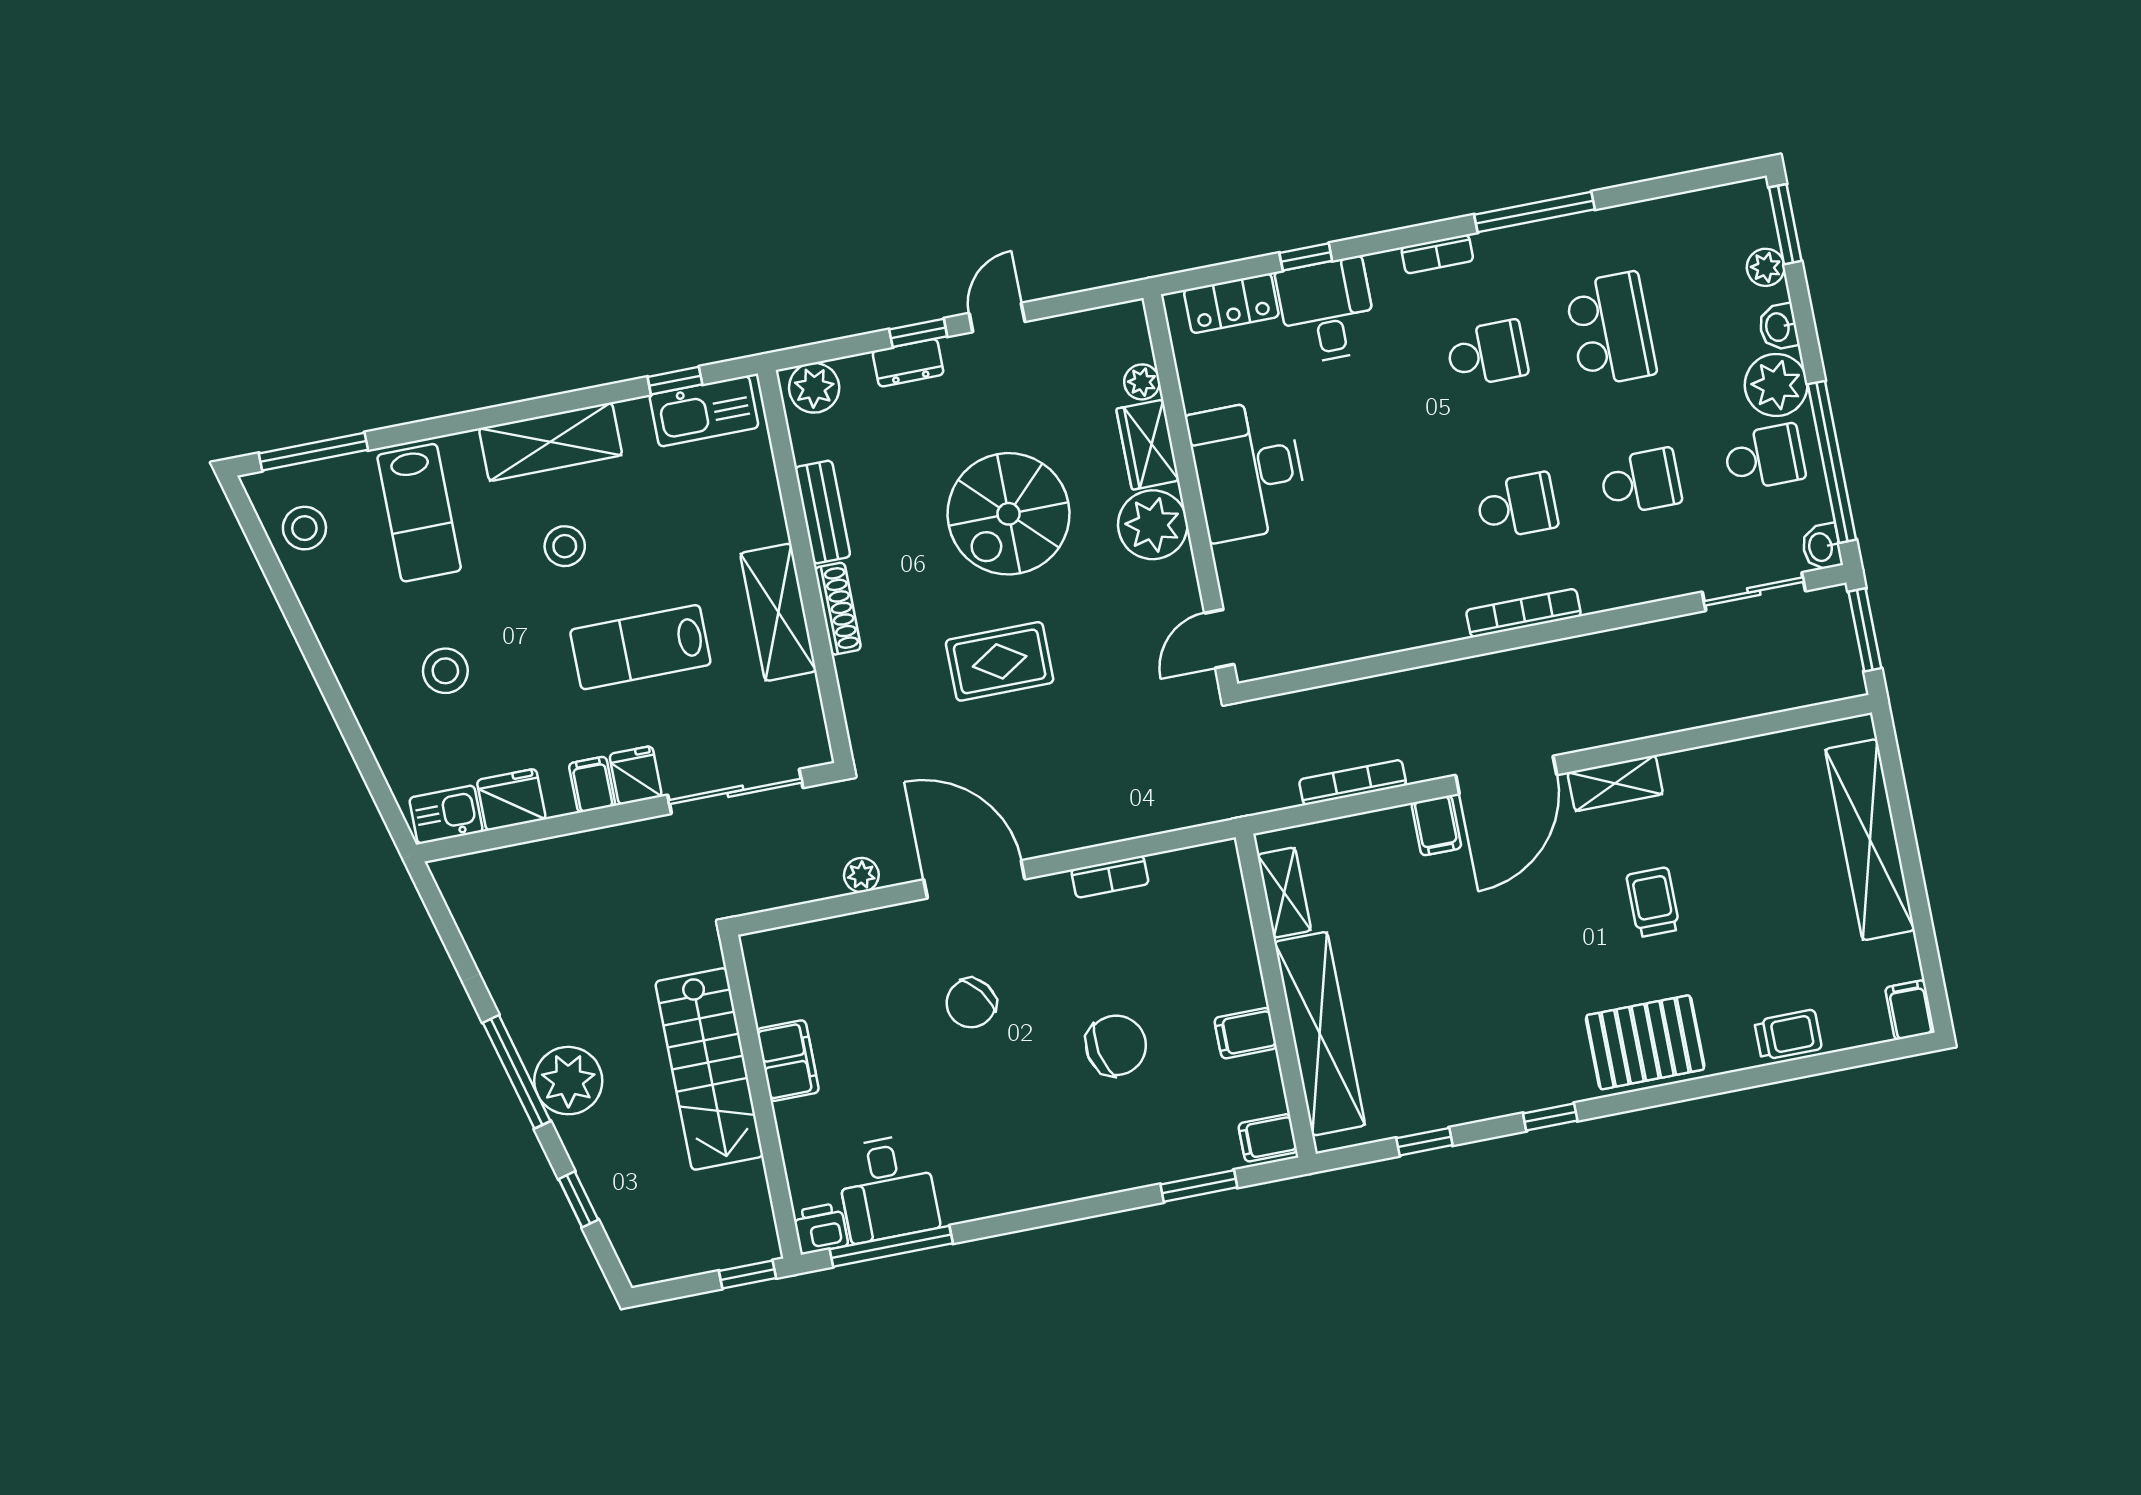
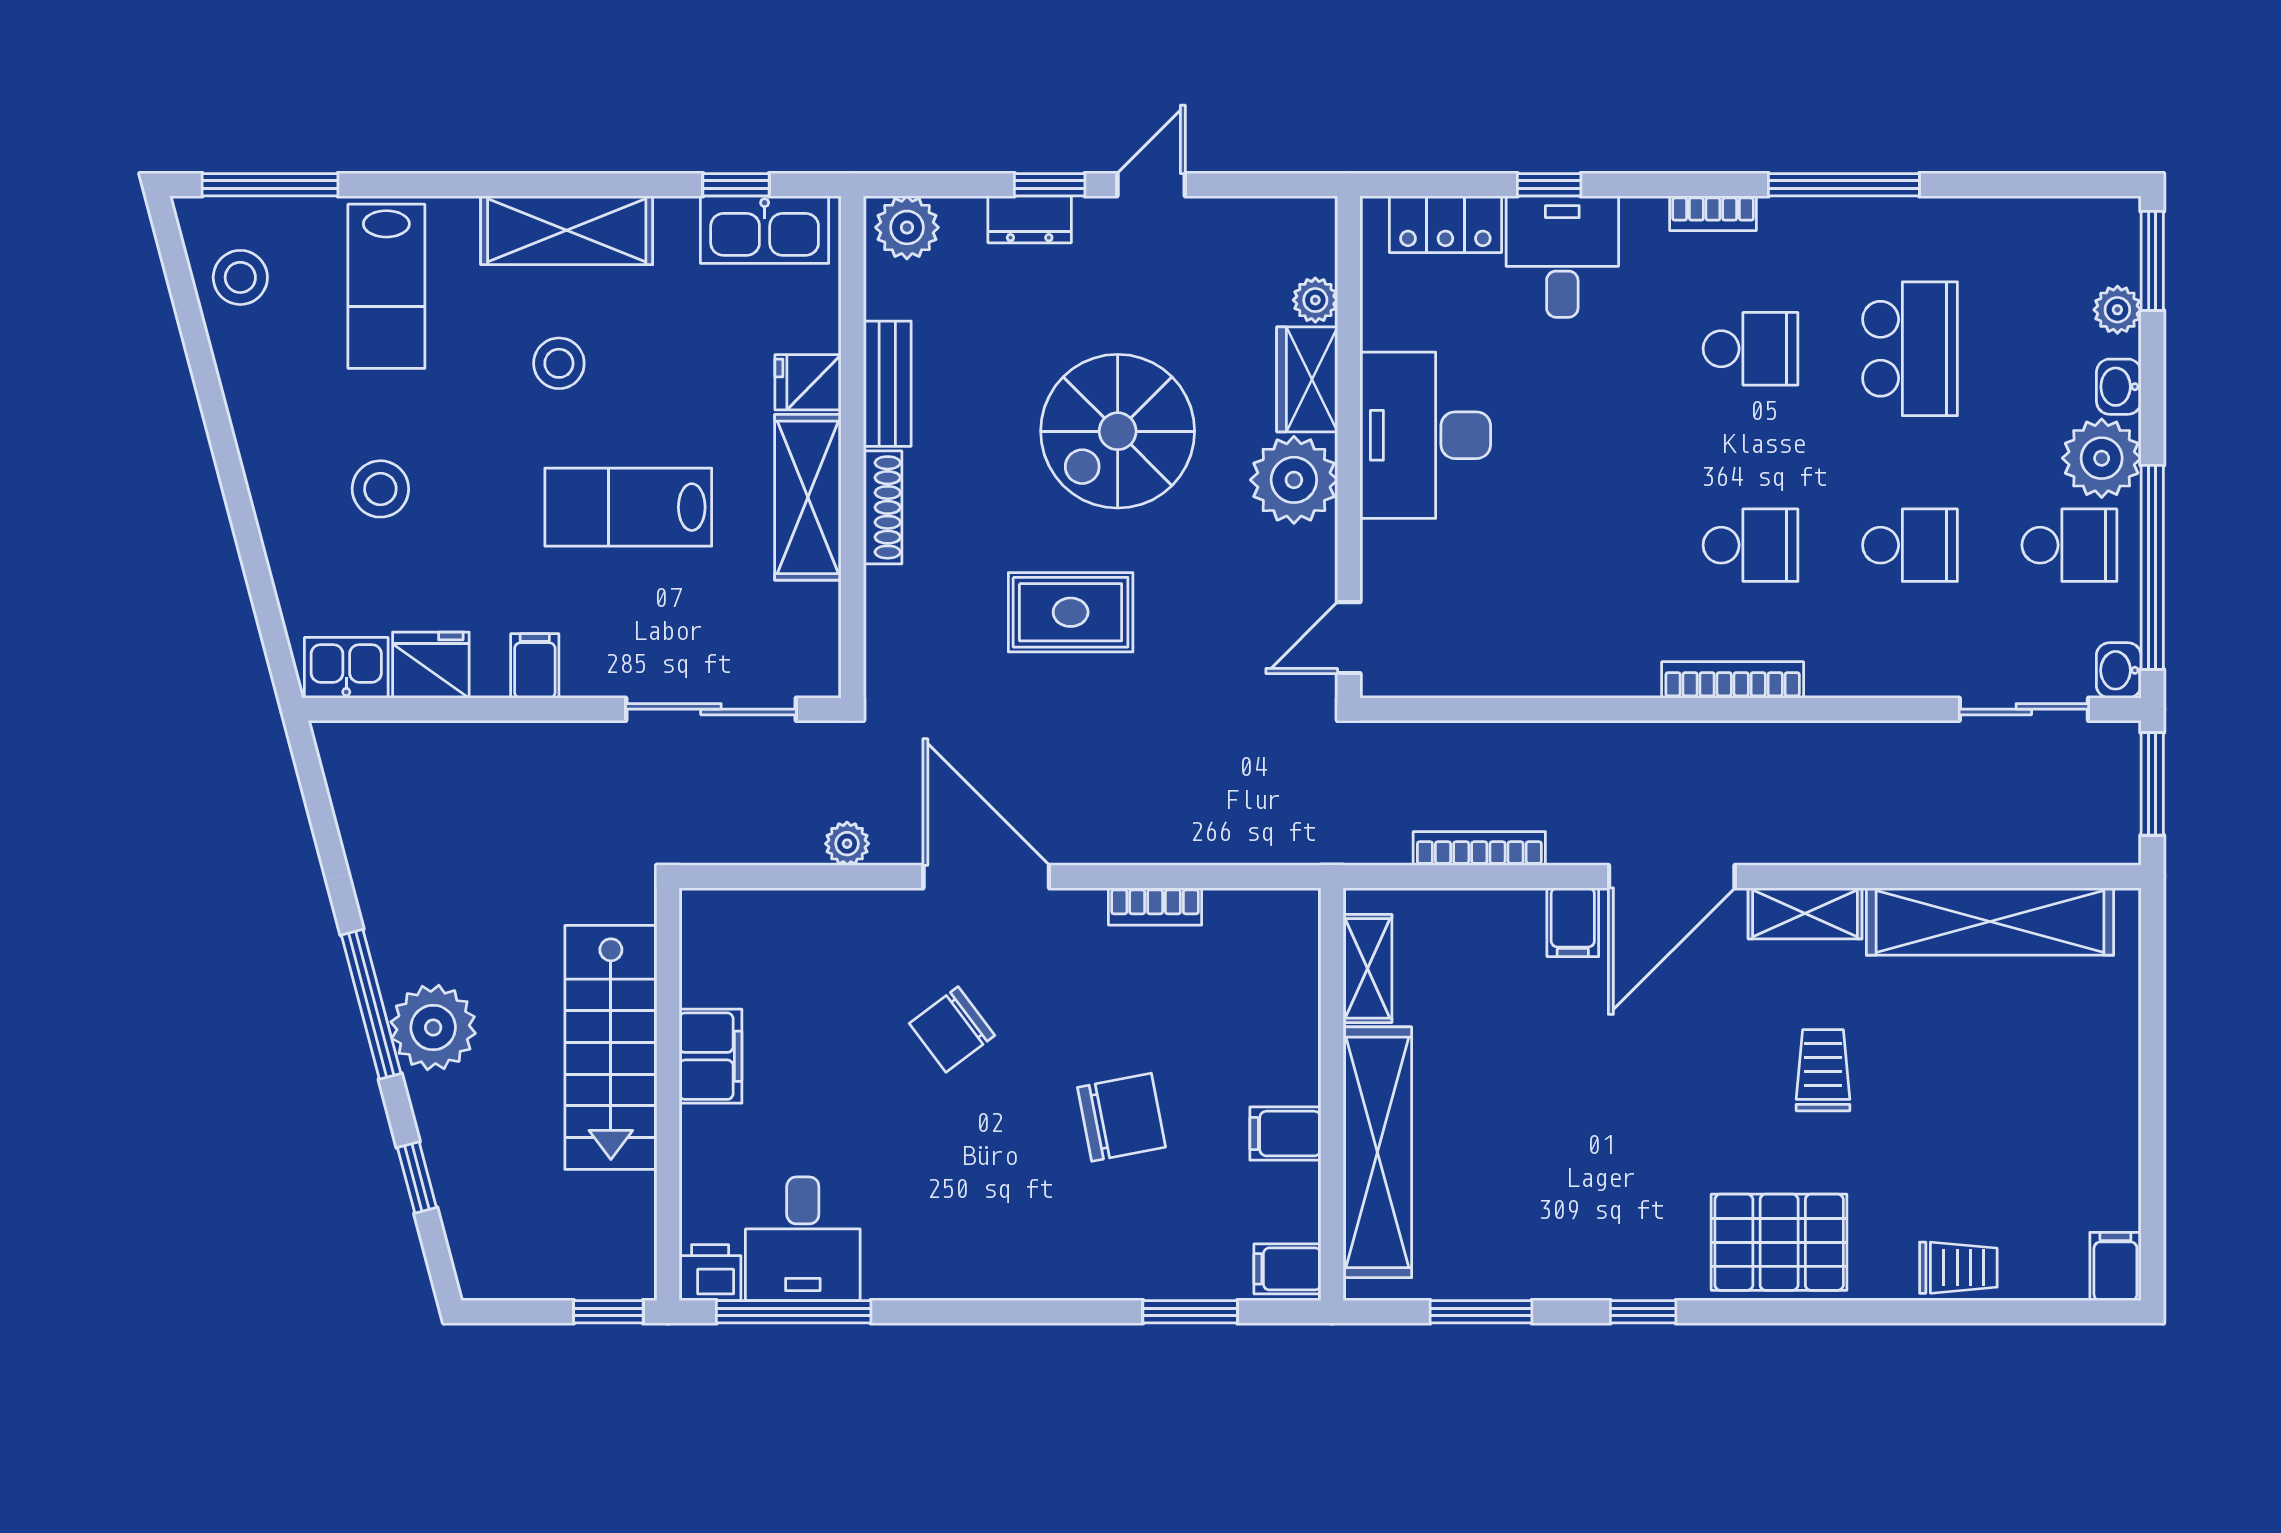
fridge: (636, 775) -> (808, 382), moved, turned -90
shelving: (1870, 840) -> (1990, 921), moved, turned 90
window: (1424, 1142) -> (1481, 1312), width x1.50

